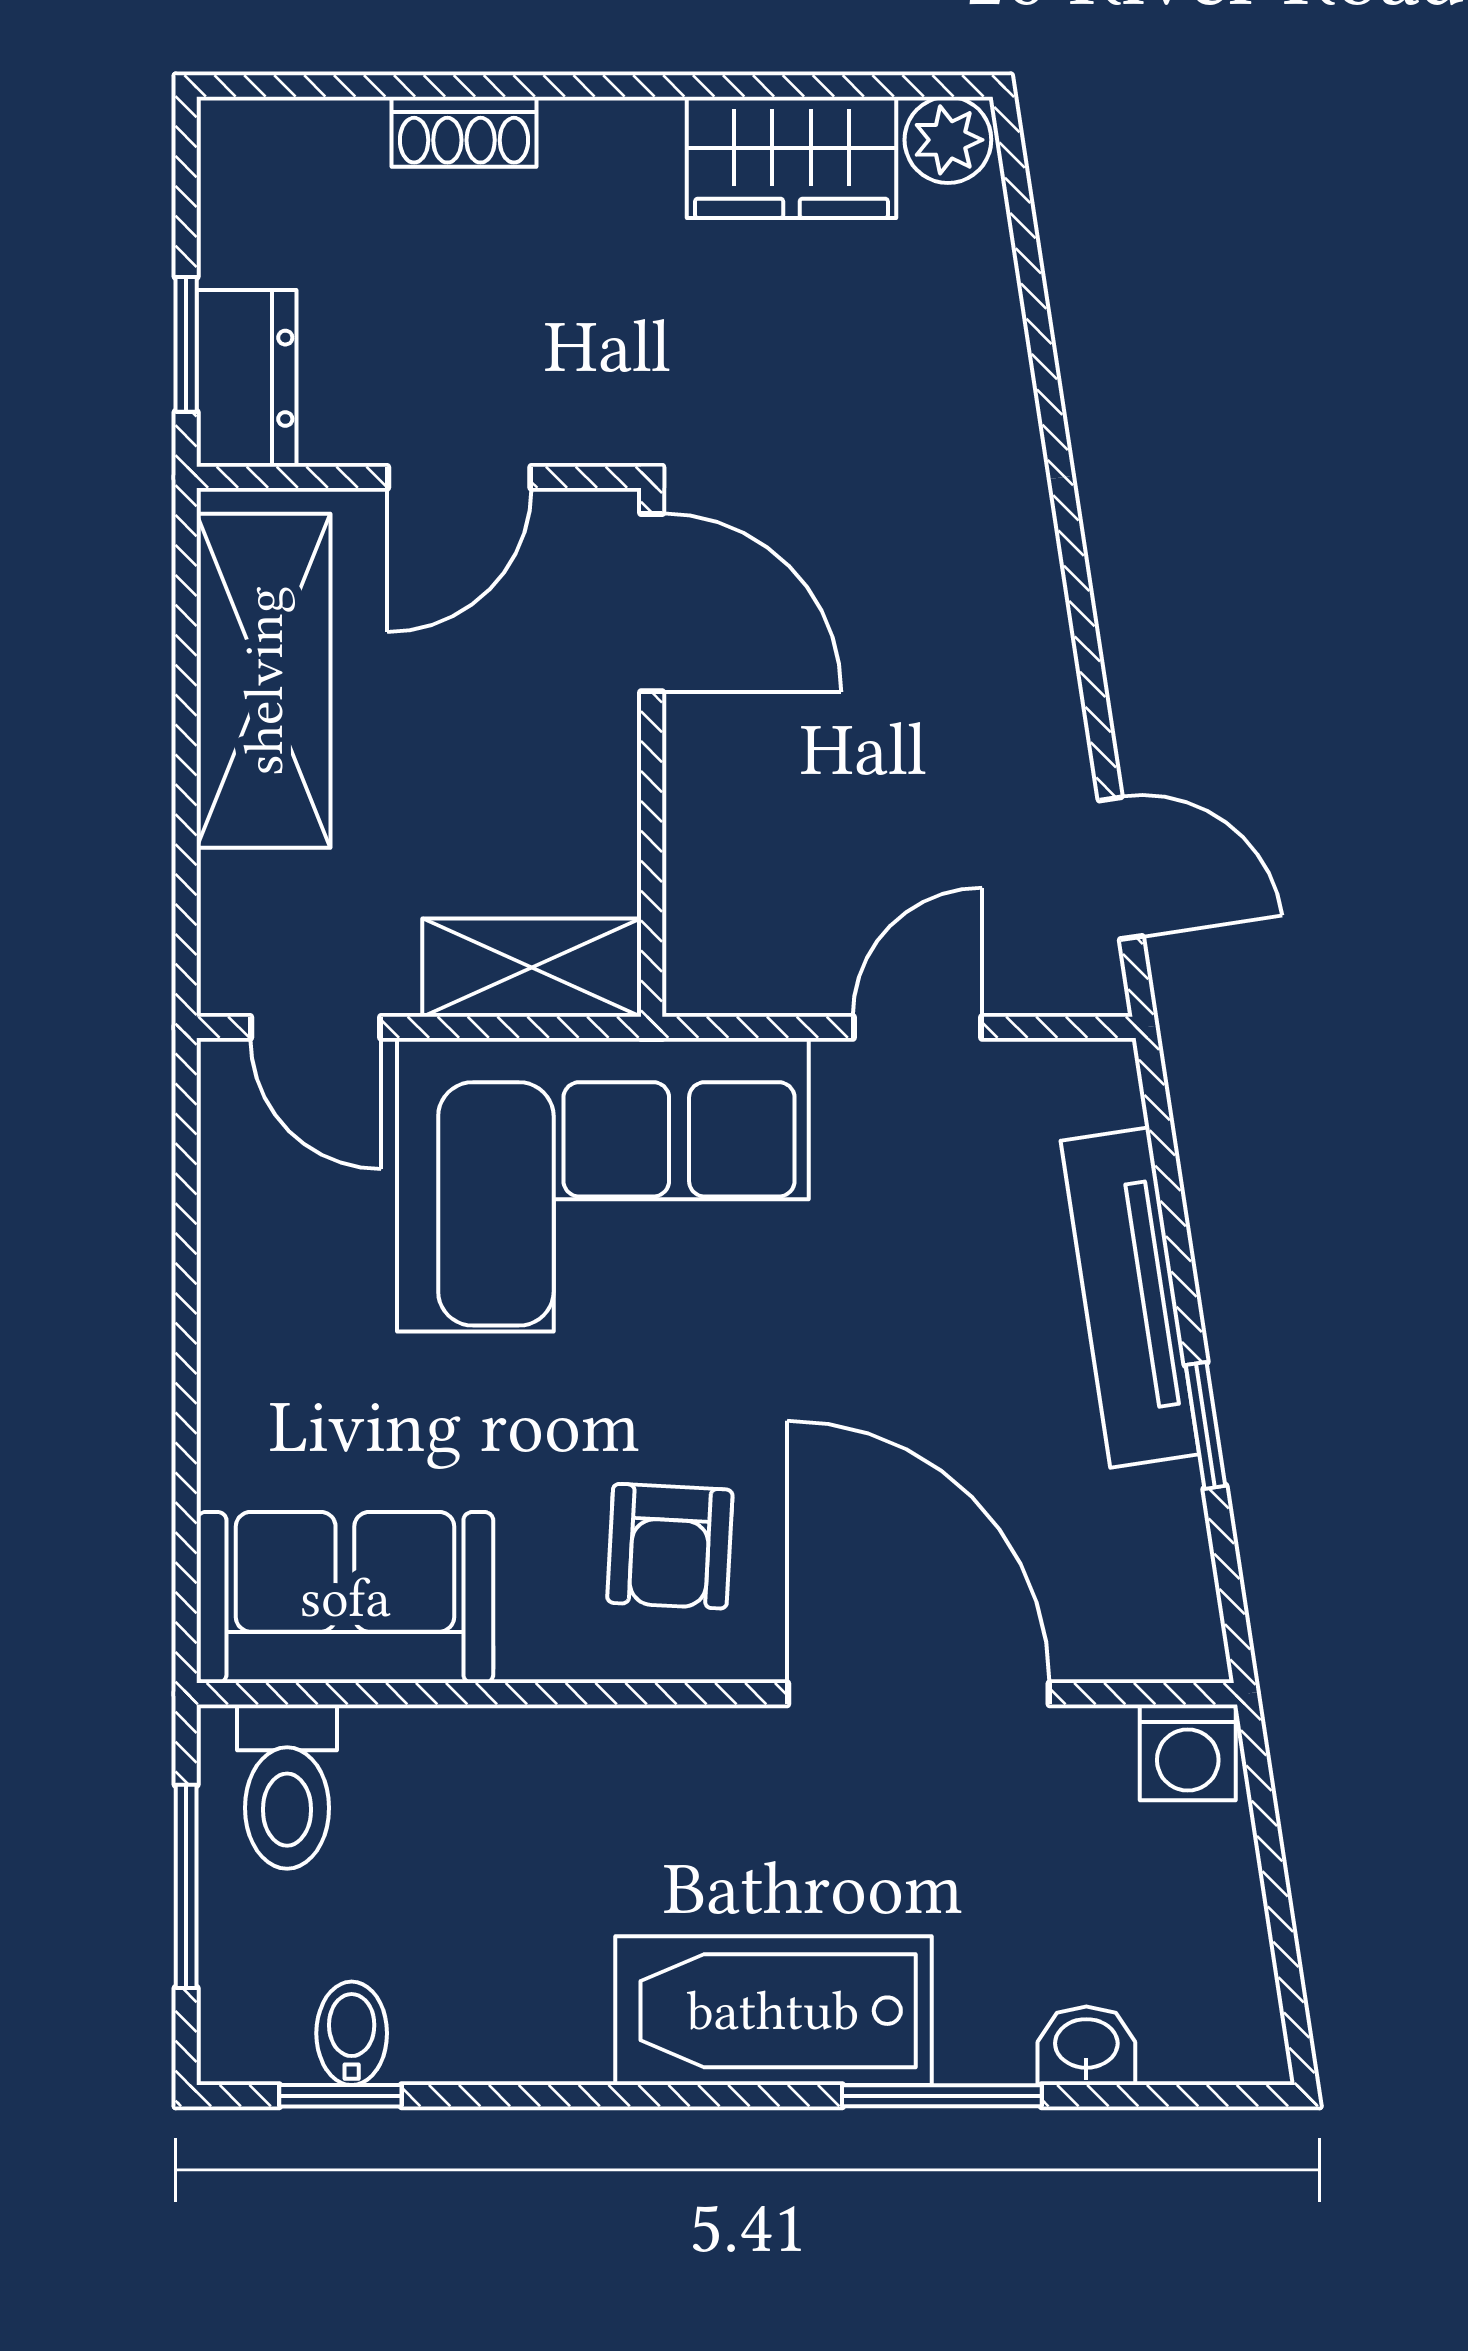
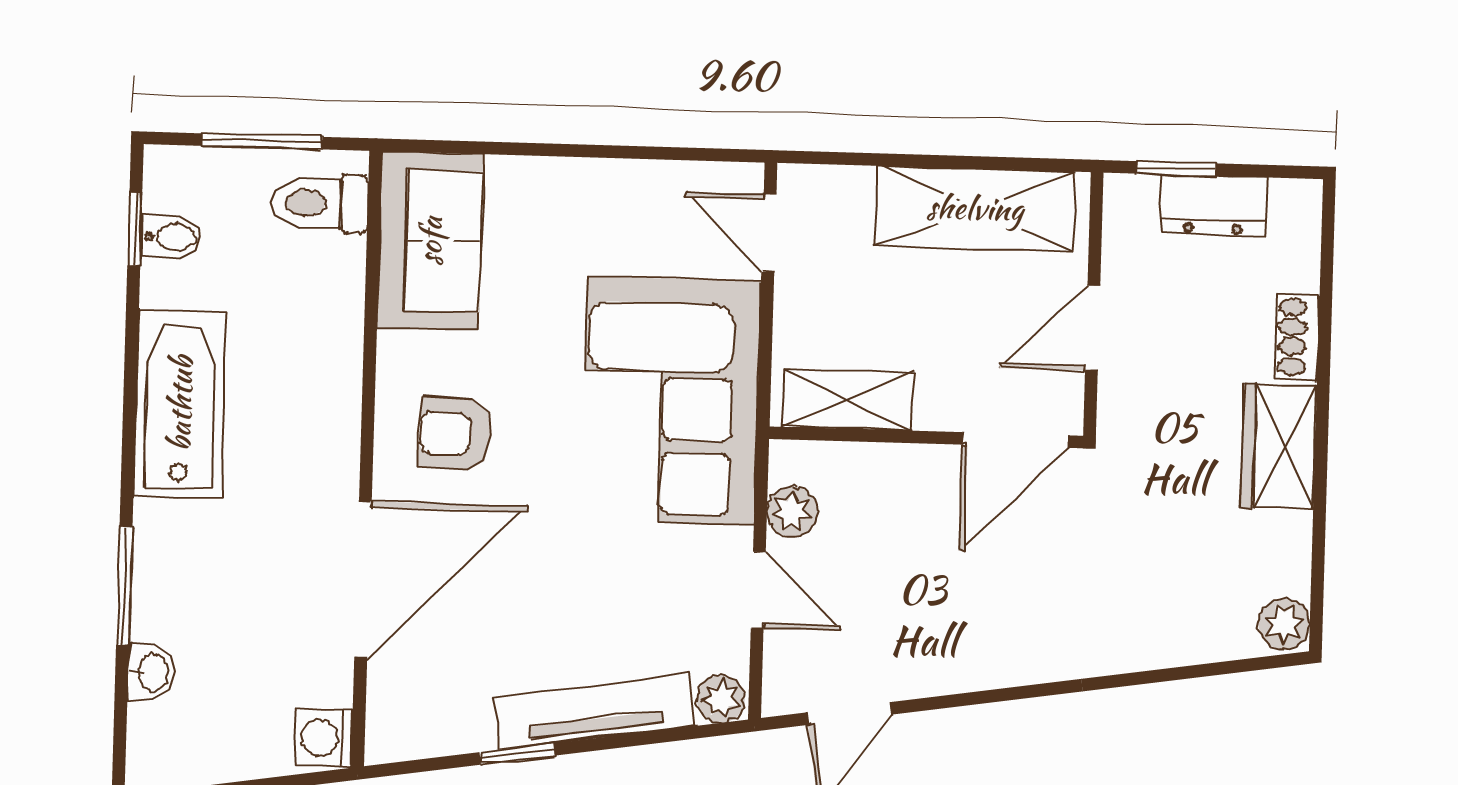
wardrobe: (791, 157) -> (1279, 447), moved
dresser: (247, 378) -> (1213, 205), moved
door: (459, 477) -> (1093, 328), hinge flipped
shelving: (532, 968) -> (847, 400), moved, turned 90
plant: (784, 974) -> (792, 512), added
door: (316, 1027) -> (769, 233), hinge flipped
plant: (1102, 1085) -> (721, 699), added
bathtub: (773, 2011) -> (180, 404), moved

